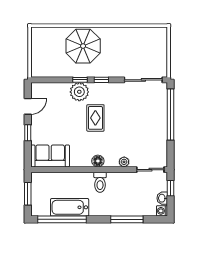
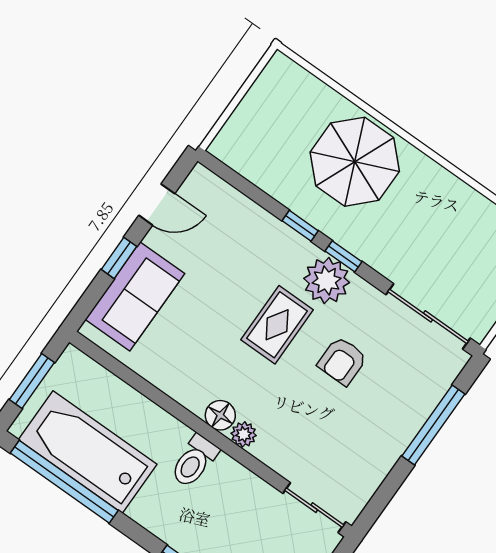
plant: (79, 92) -> (327, 281), moved
window: (170, 114) -> (433, 425), width x0.68
armchair: (125, 115) -> (342, 361), added
sofa: (50, 156) -> (135, 297), moved, turned 90
plant: (124, 162) -> (244, 434), moved
bathtub: (70, 207) -> (88, 452), width x1.36, depth x1.36

